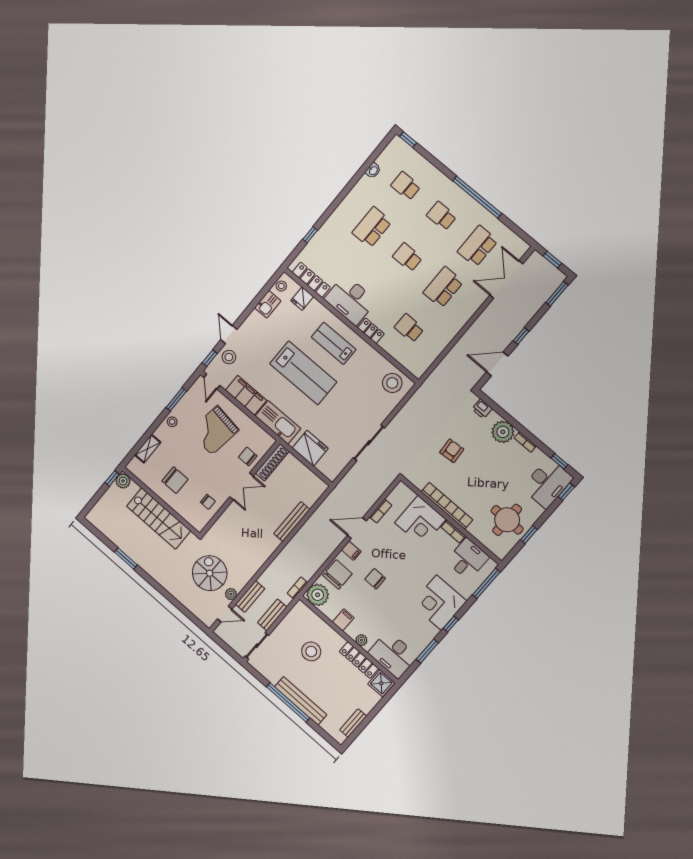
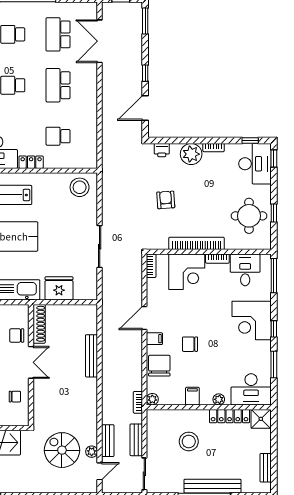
bookcase: (381, 511) -> (151, 266), moved
plant: (318, 595) -> (152, 399), width x0.53, depth x0.53

